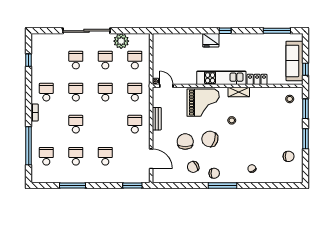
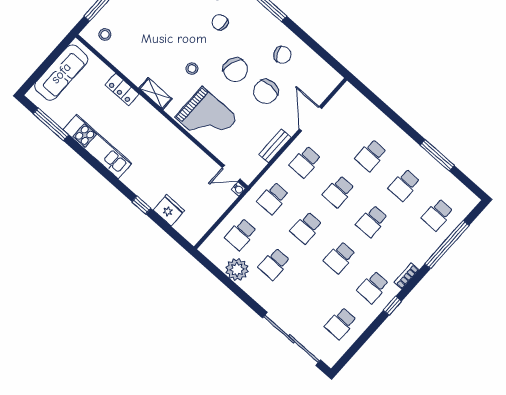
sliding door: (86, 31) -> (291, 339), moved
window: (225, 31) -> (141, 205), moved
fridge: (211, 40) -> (169, 210), moved
window: (29, 60) -> (392, 306), moved
school desk: (76, 60) -> (341, 323), moved
window: (306, 69) -> (57, 52), removed
kitchen unit: (221, 78) -> (97, 147), moved, turned 180
door: (166, 86) -> (231, 173), hinge flipped
grand piano: (203, 103) -> (206, 118), turned 180
school desk: (105, 124) -> (339, 192), added
door: (151, 159) -> (310, 119), moved
chair: (214, 173) -> (220, 22), moved
window: (132, 185) -> (370, 95), removed

